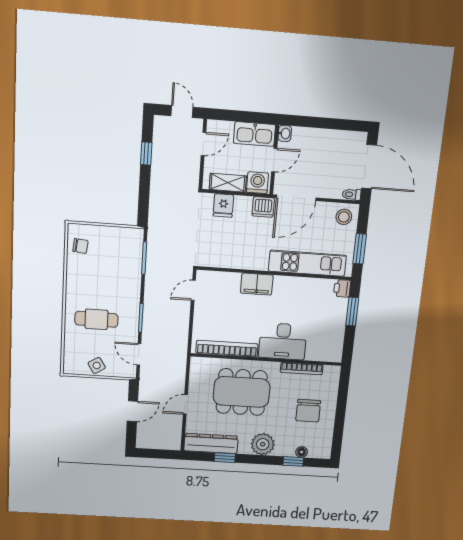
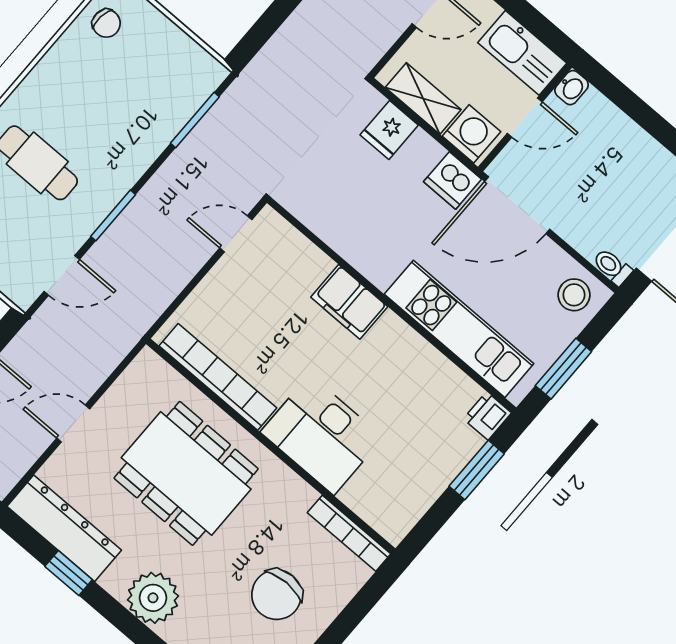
door: (139, 354) -> (62, 275), swing flipped
bookcase: (302, 369) -> (349, 533), moved

